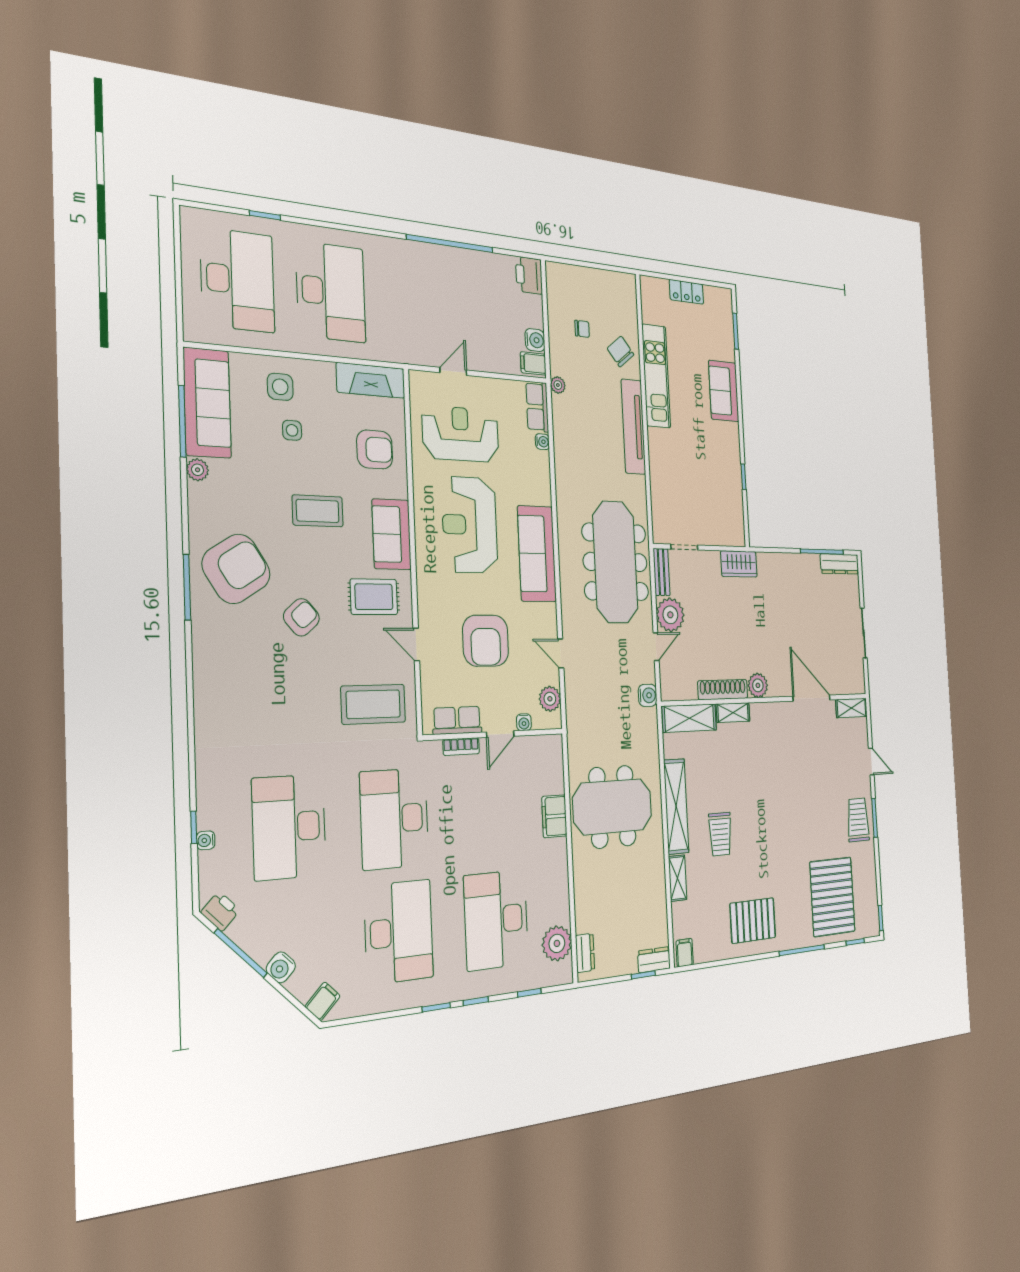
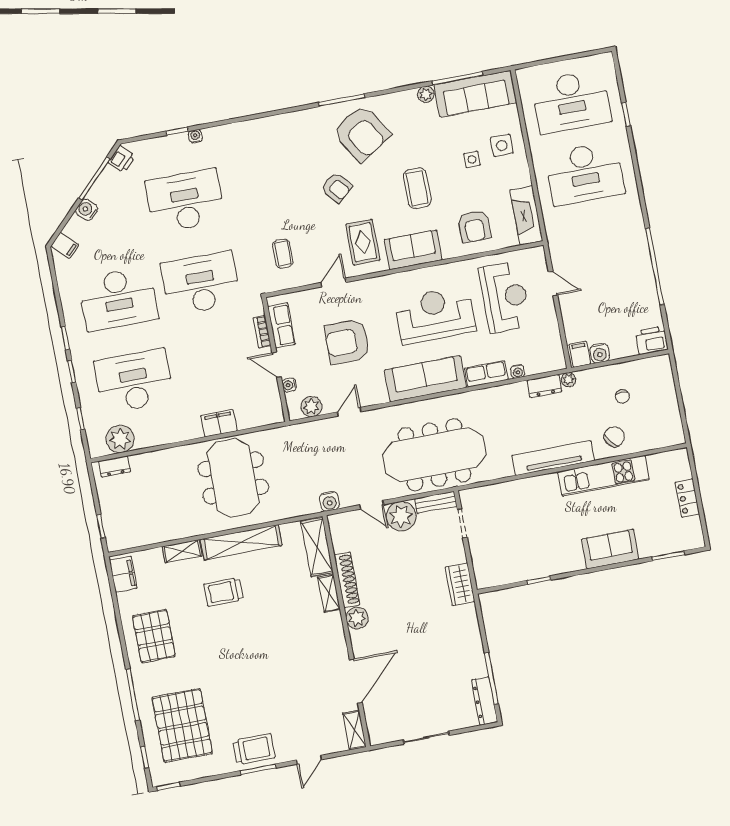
row of seats: (537, 407) -> (486, 374), moved
coffee table: (373, 704) -> (283, 254), width x0.54, depth x0.58
water cooler: (206, 840) -> (195, 136), moved
pallet: (832, 897) -> (182, 726), turned 90
filing cabinet: (685, 953) -> (123, 574), width x2.00
dresser: (654, 960) -> (544, 386), moved, turned 90

